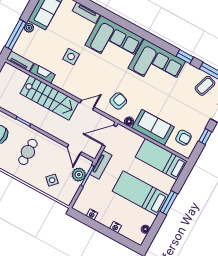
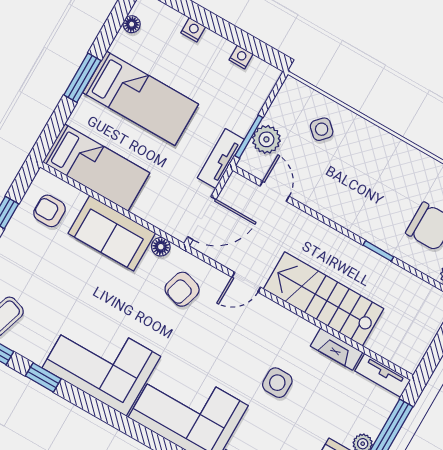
cafe table: (28, 152) -> (370, 188), removed

